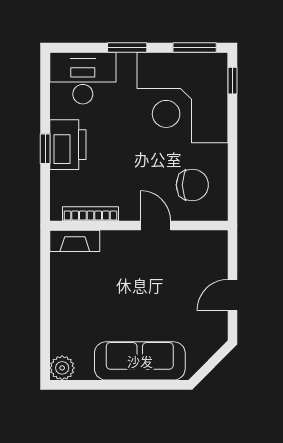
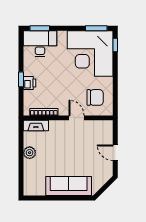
window: (127, 48) -> (40, 28), moved
printer: (68, 145) -> (29, 83), width x0.53, depth x0.68
door: (233, 295) -> (115, 153), hinge flipped
plant: (62, 368) -> (30, 153), moved

